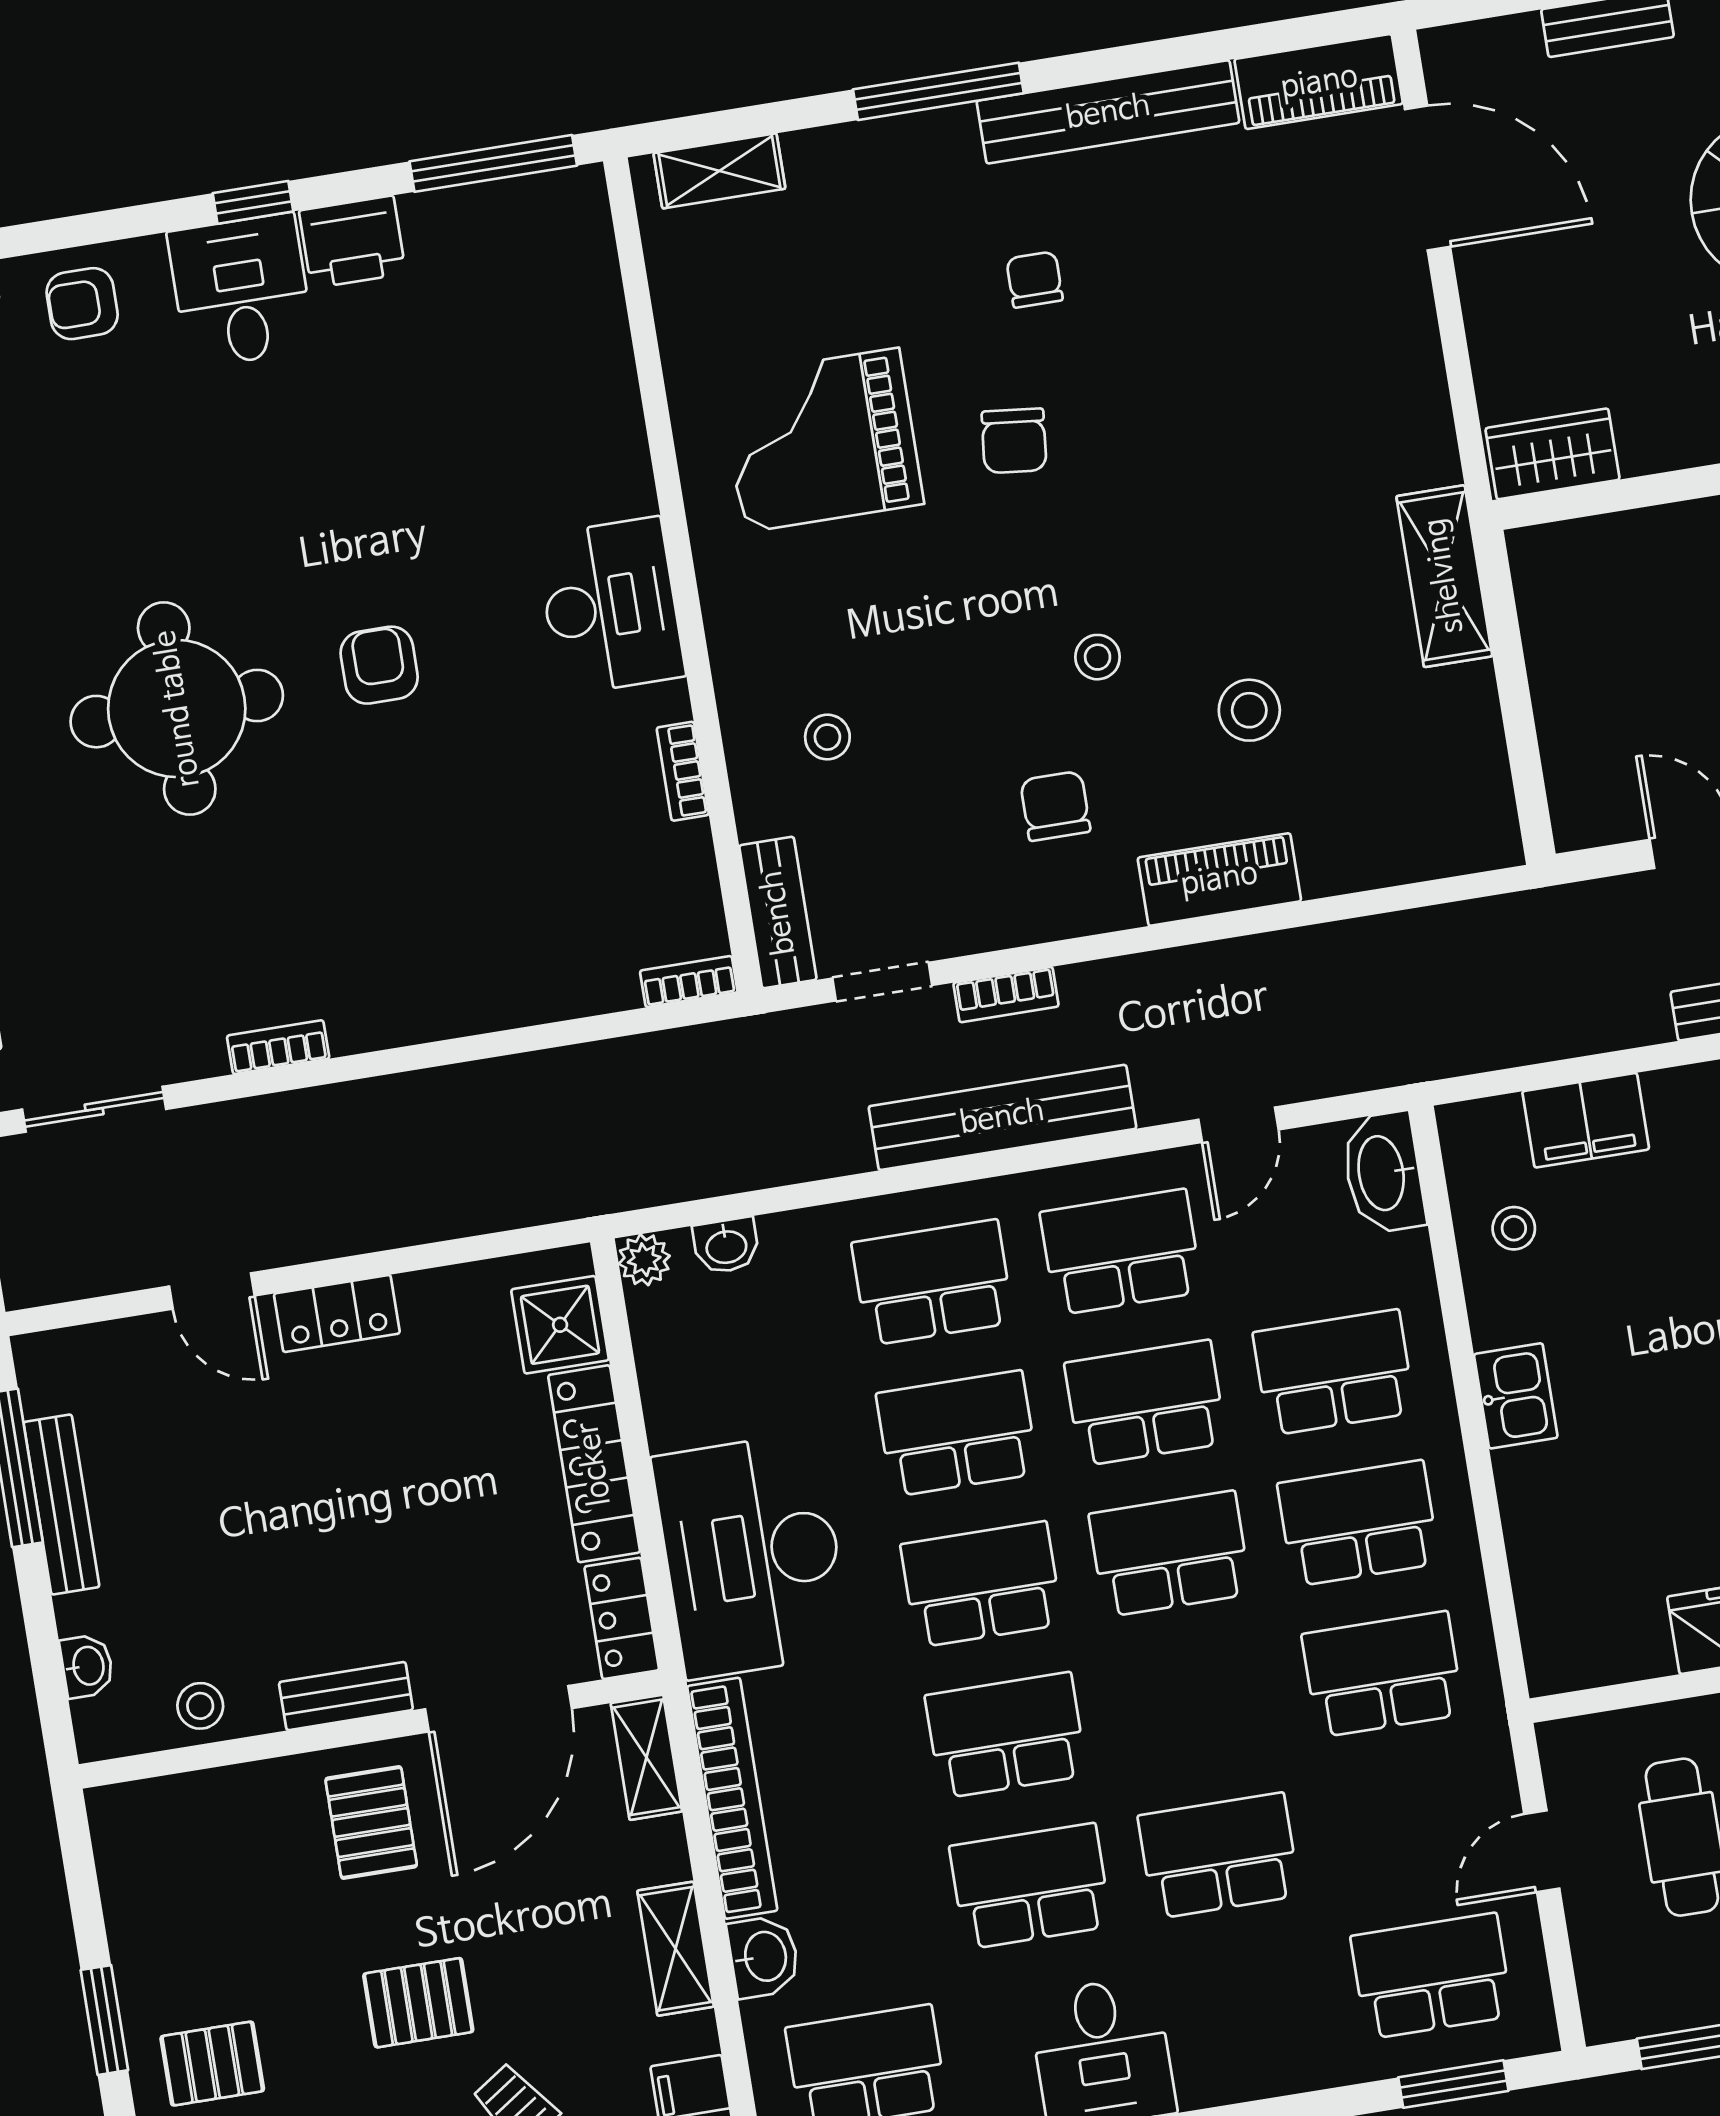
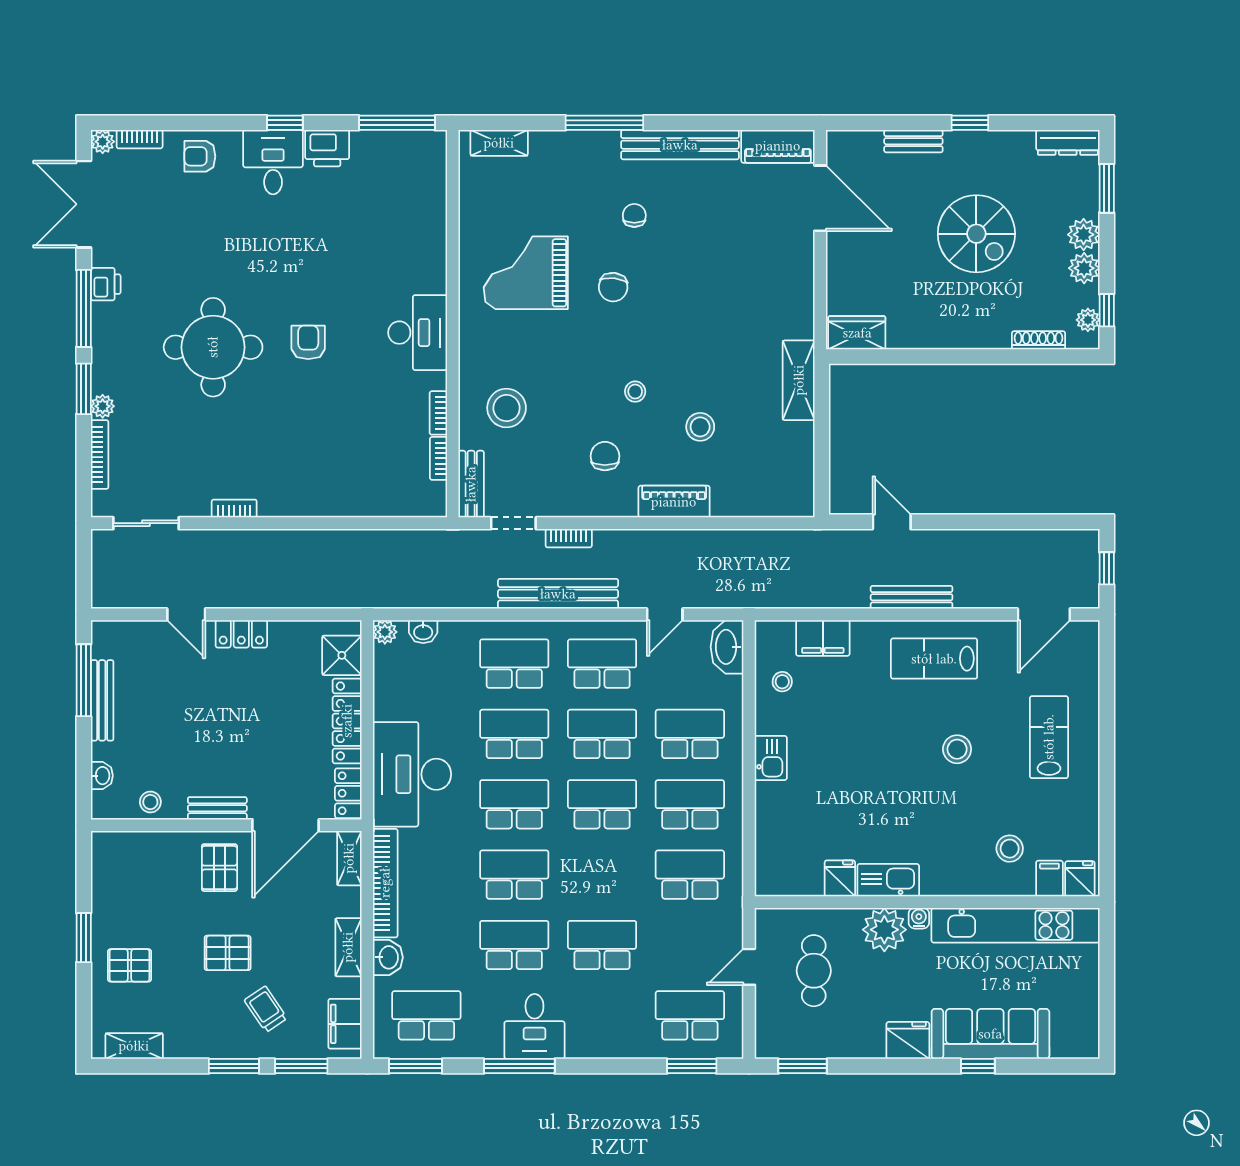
stool: (827, 737) -> (507, 408), width x1.89, depth x1.89
bookcase: (689, 982) -> (438, 458), moved, turned -90

